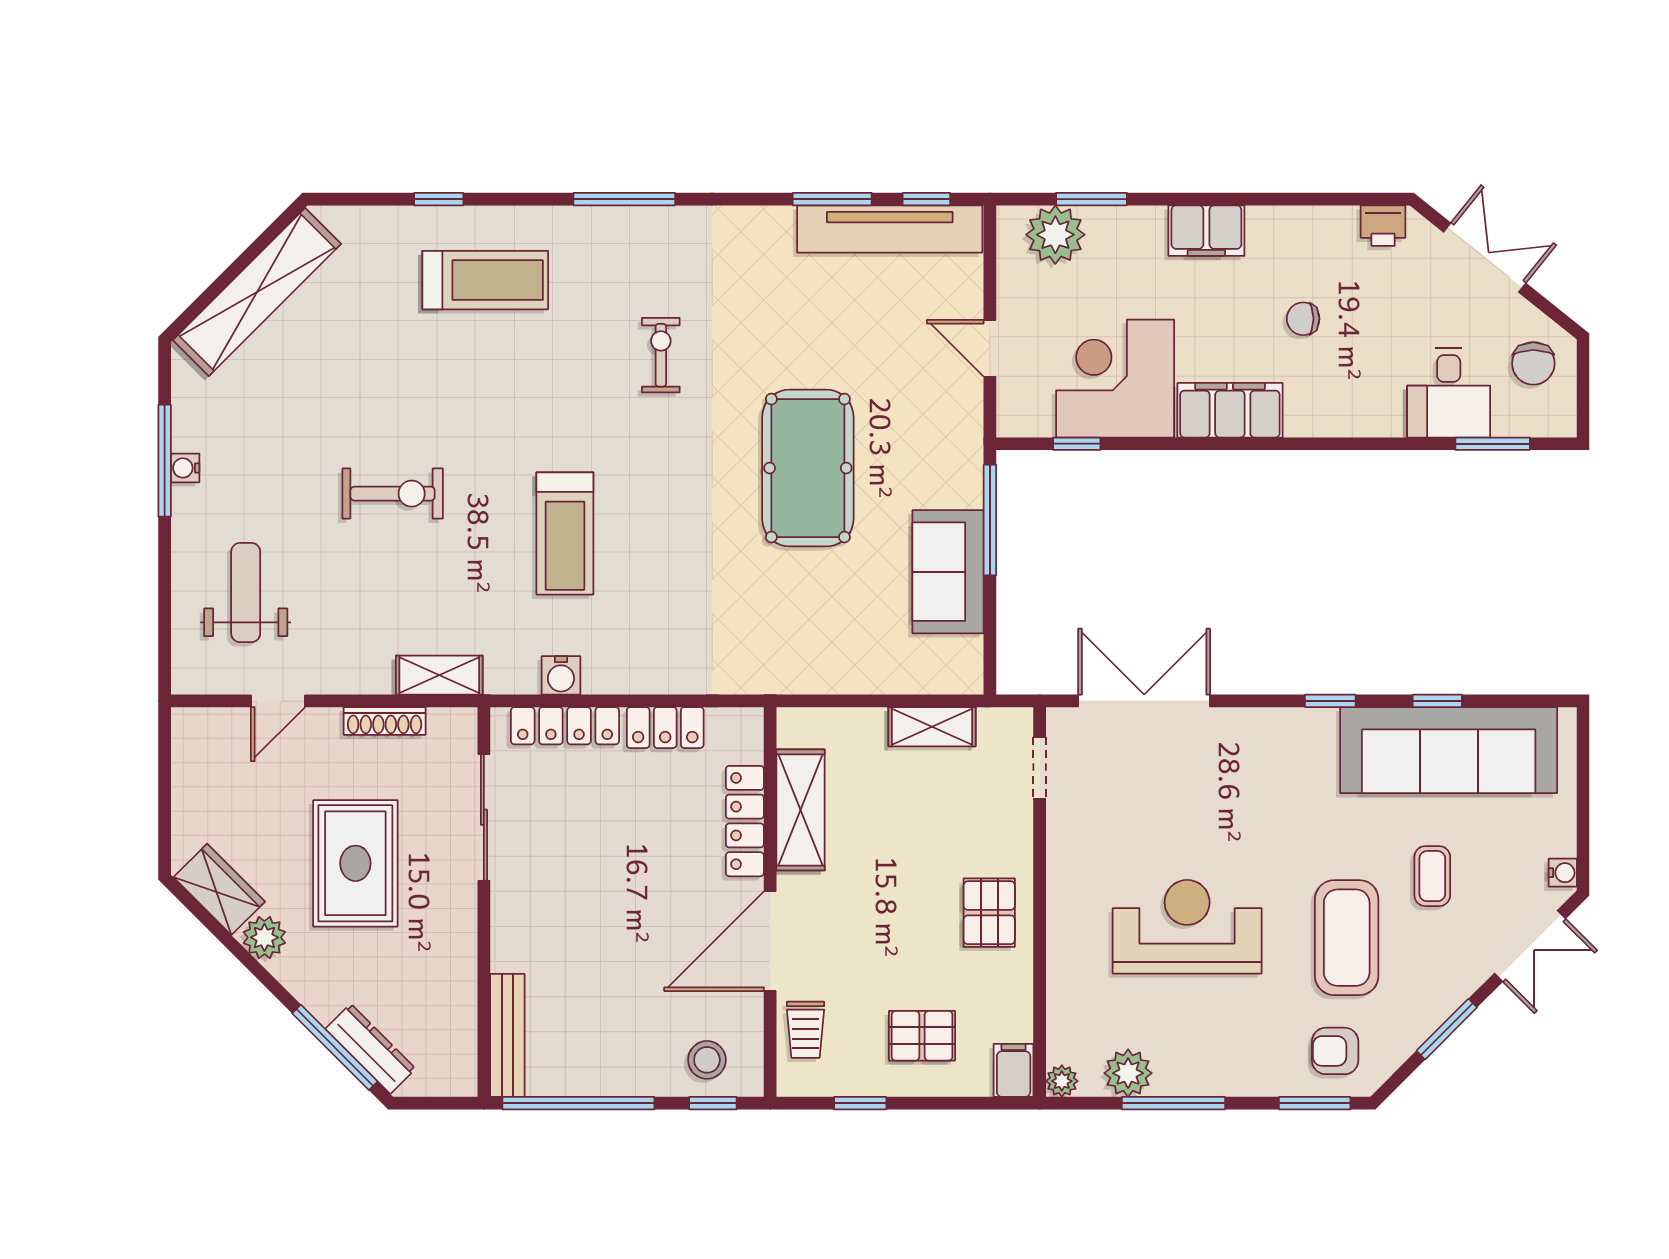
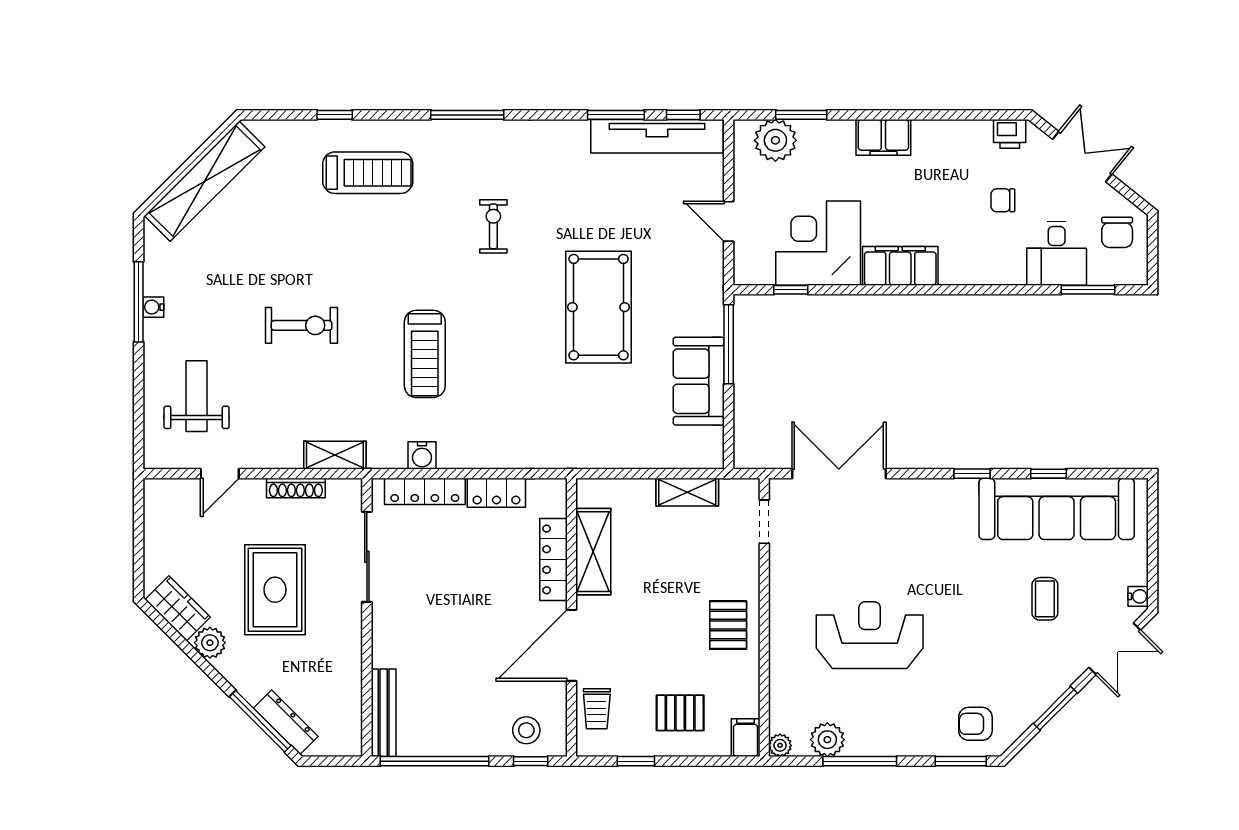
chair: (1303, 319) -> (1003, 200), moved
coffee table: (1347, 938) -> (984, 643), removed

